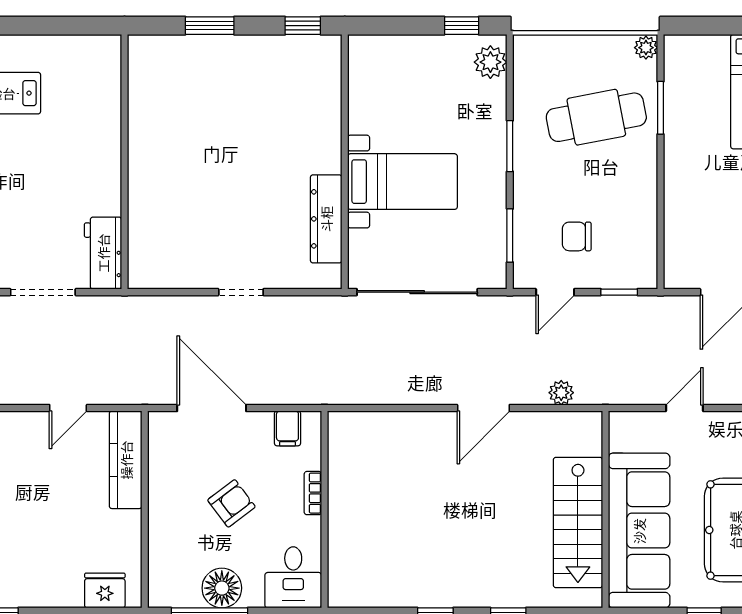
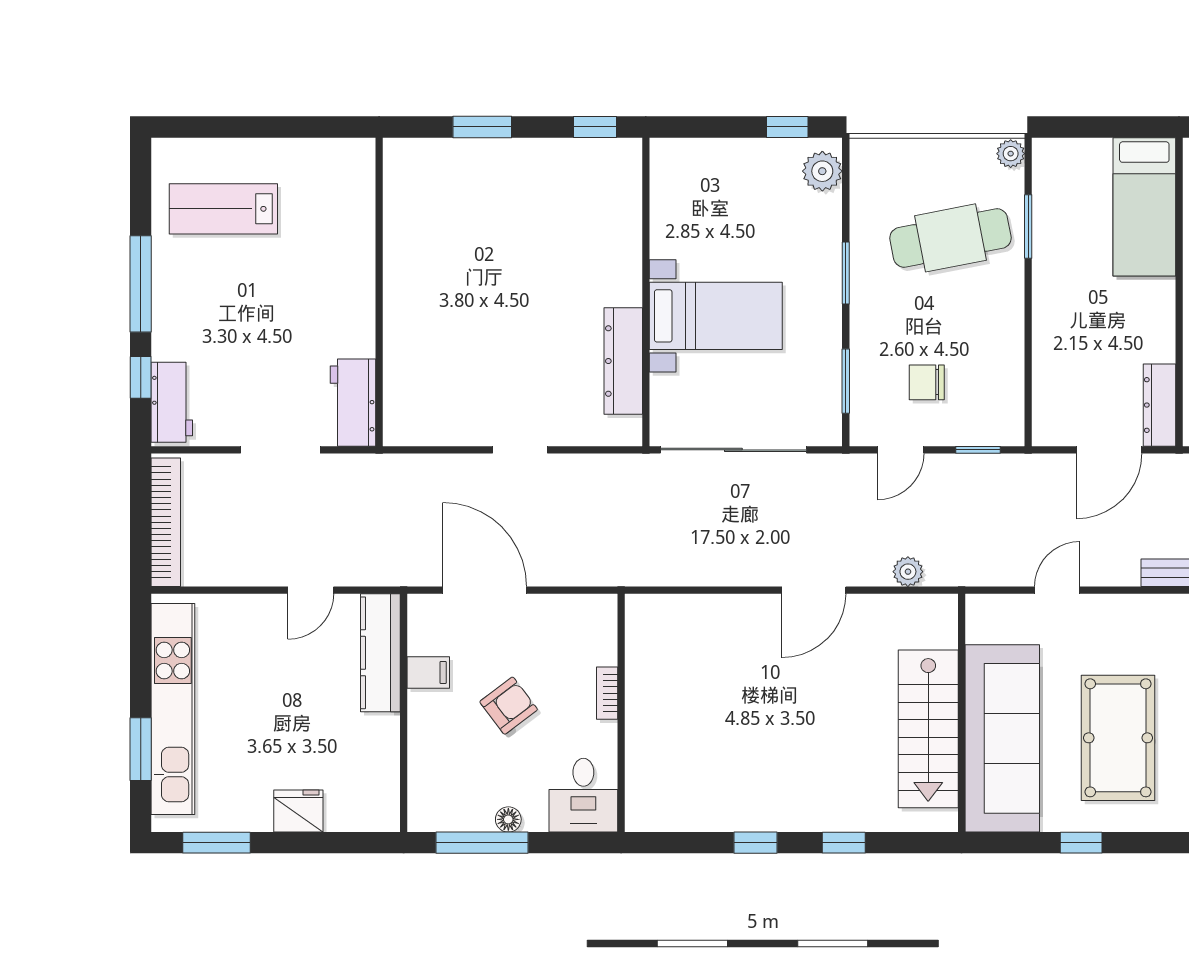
filing cabinet: (287, 428) -> (428, 672), moved, turned -90
floor lamp: (222, 588) -> (508, 819), width x0.53, depth x0.53
fridge: (105, 590) -> (298, 811), moved

